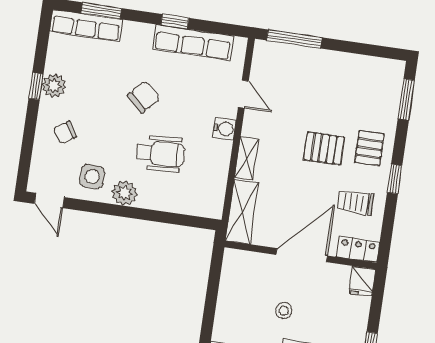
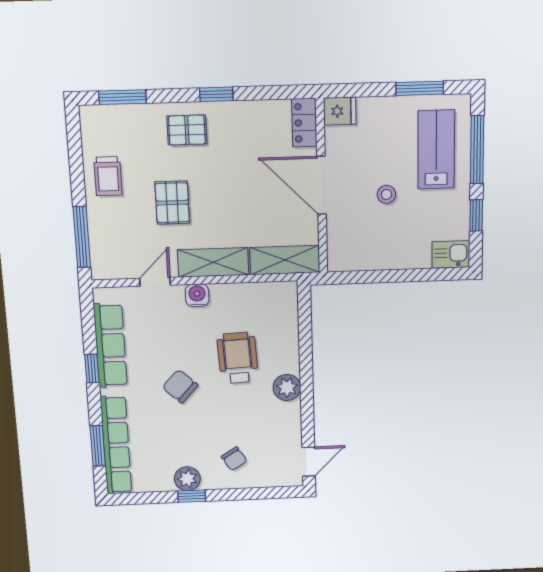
row of seats: (86, 26) -> (116, 445), width x1.36
pallet: (324, 148) -> (172, 203), moved
shelving: (247, 158) -> (213, 262), width x1.50, depth x1.33
side table: (92, 177) -> (276, 424), removed
trolley: (355, 202) -> (108, 176), moved

